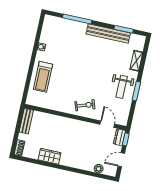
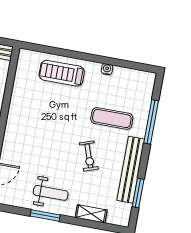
exercise mat: (74, 45) -> (112, 118), added
weight bench: (122, 87) -> (51, 193), turned 180
exercise bike: (85, 105) -> (89, 156), moved

